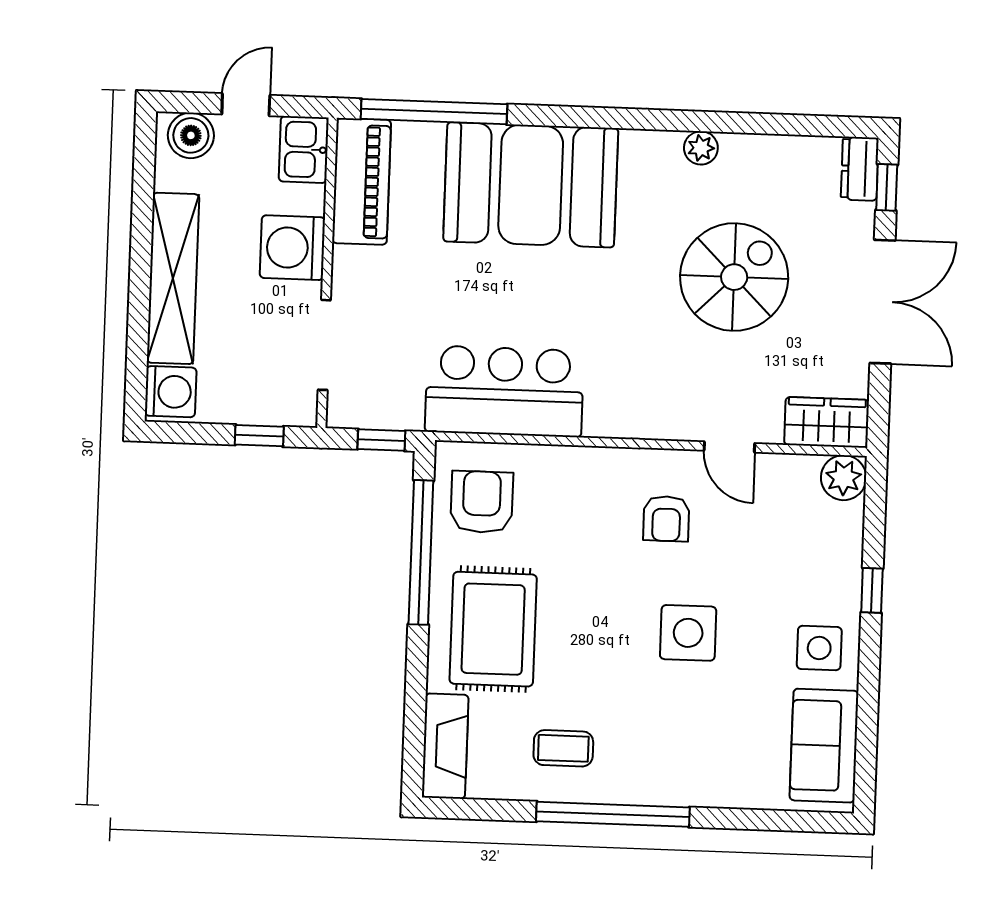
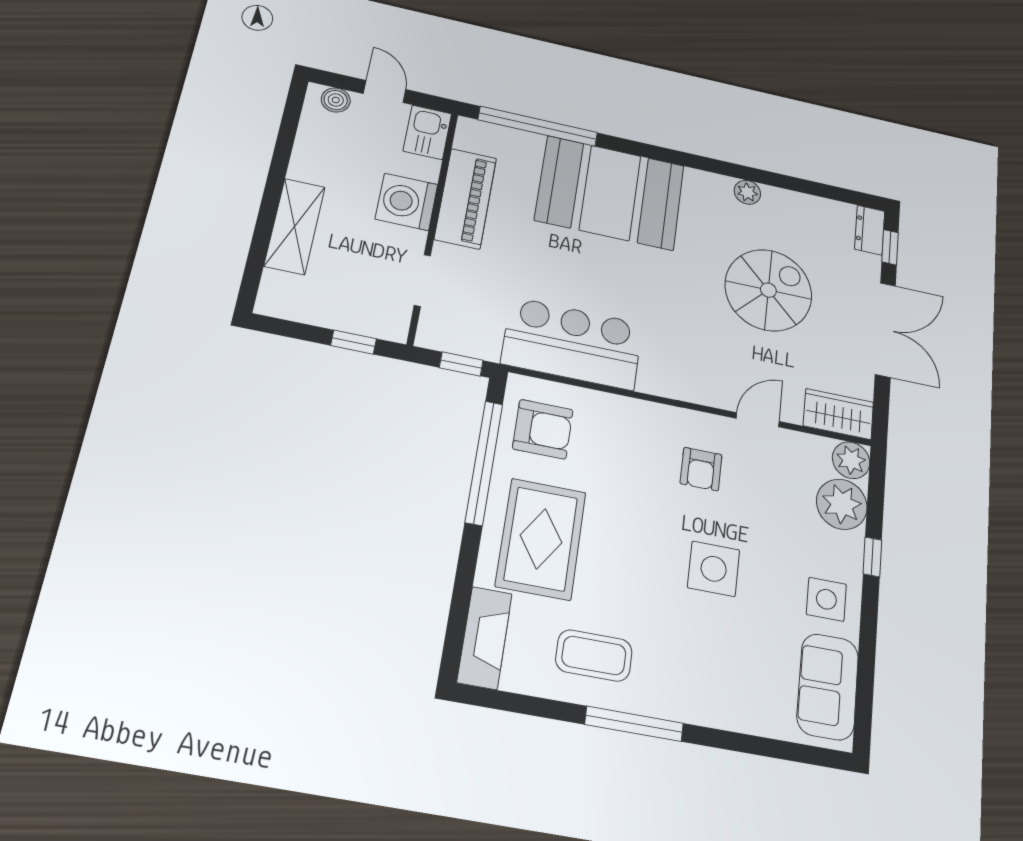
door: (246, 105) -> (385, 92), hinge flipped
boiler: (191, 135) -> (336, 100), width x0.73, depth x0.73
piano: (362, 181) -> (466, 198), moved
shelving: (173, 278) -> (295, 226), width x0.68
doorway: (324, 345) -> (422, 280), width x0.73
washing machine: (171, 392) -> (280, 293), removed
door: (729, 447) -> (758, 420), swing flipped
armchair: (482, 502) -> (543, 429), turned 90
plant: (834, 533) -> (842, 504), added
coffee table: (563, 748) -> (594, 655), width x1.36, depth x1.30
window: (613, 814) -> (634, 724), width x0.68

